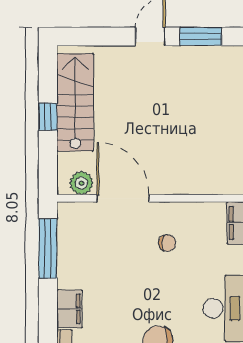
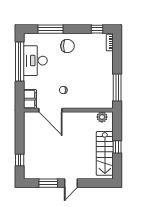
door: (123, 198) -> (50, 110), moved
filing cabinet: (69, 309) -> (107, 60), removed

